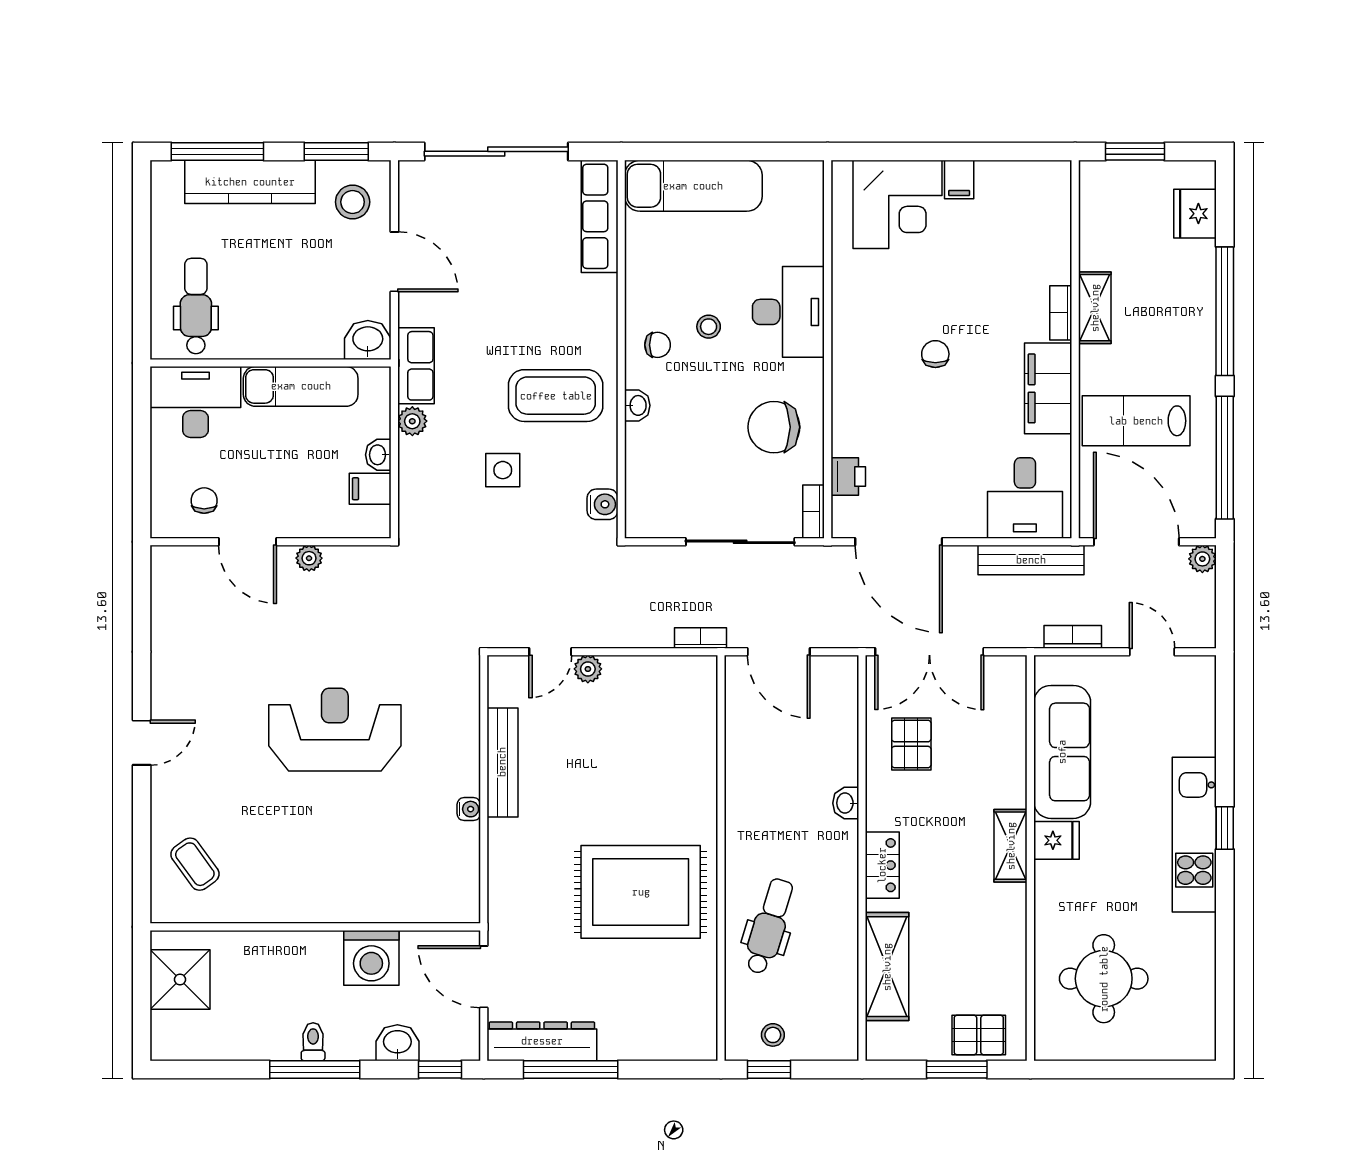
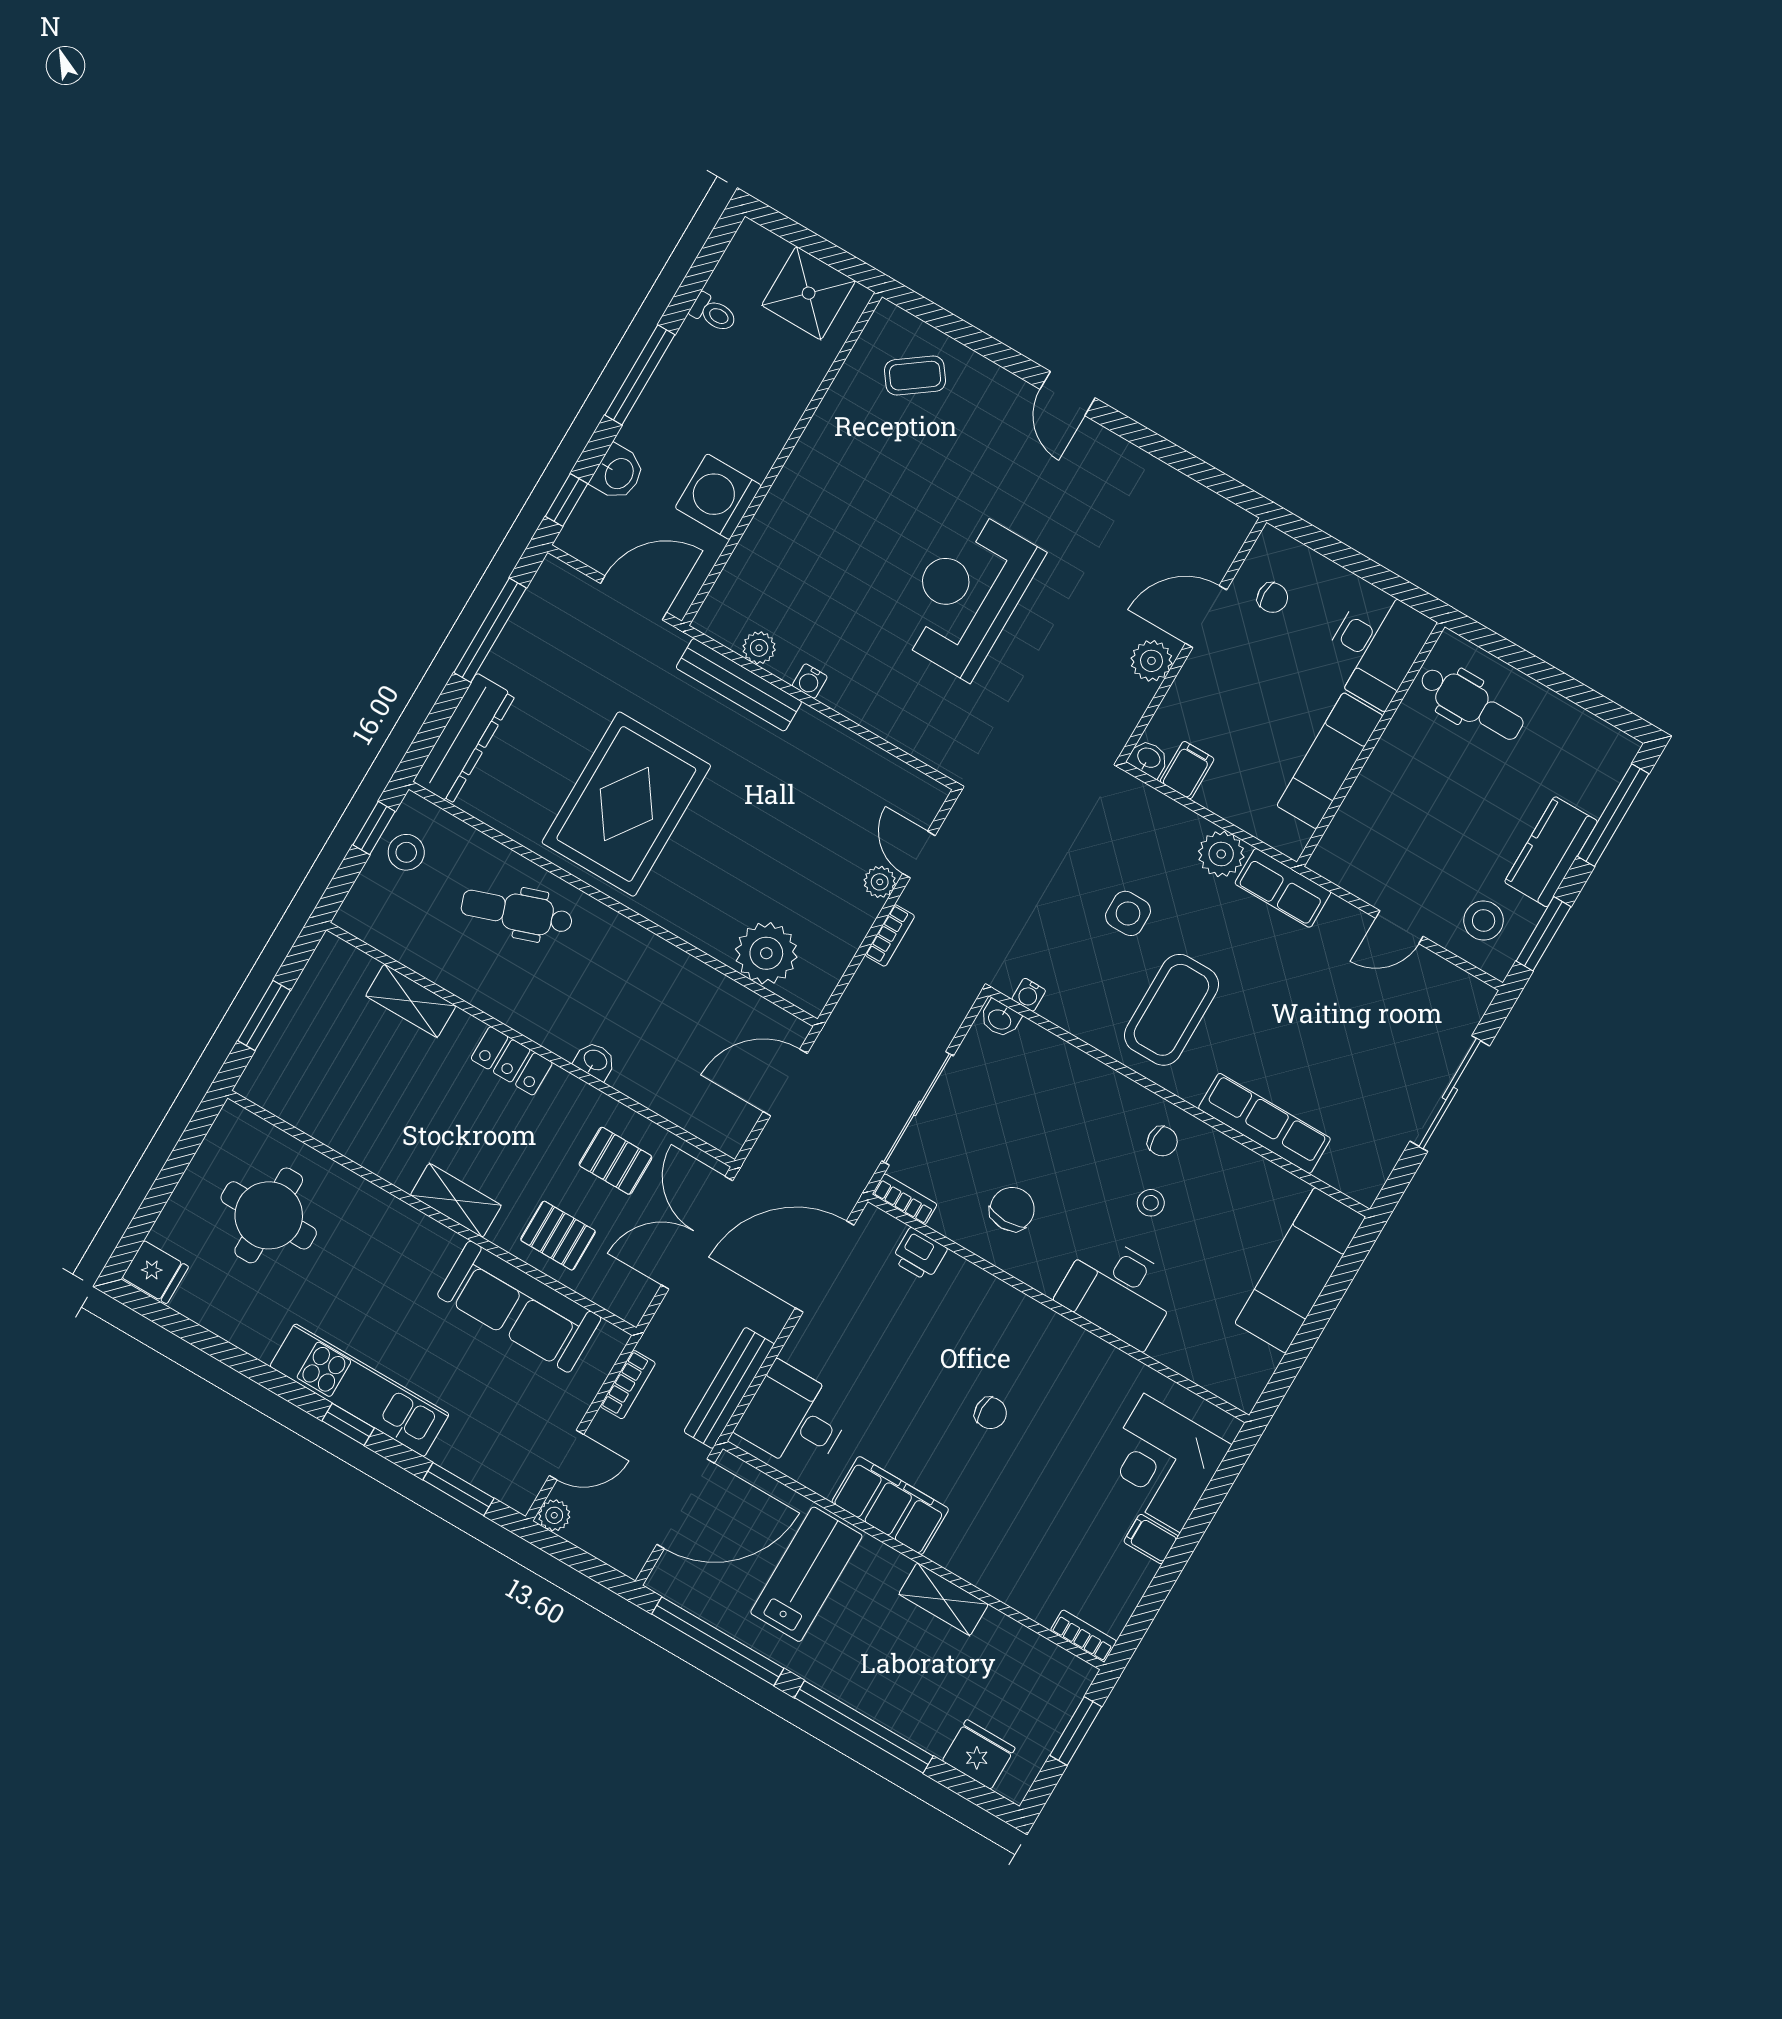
sliding door: (496, 151) -> (1450, 1093), width x0.73
kitchen counter: (250, 182) -> (1551, 852), width x0.67
row of seats: (600, 216) -> (1264, 1123), moved
door: (394, 262) -> (1399, 927), width x0.73
bookcase: (1061, 313) -> (1083, 1636), moved
washbasin: (368, 340) -> (1337, 855), removed
chair: (658, 345) -> (1162, 1141), turned -90
washbasin: (637, 405) -> (1000, 1019), moved
plant: (412, 421) -> (1221, 854), width x1.38, depth x1.38
chair: (774, 427) -> (1012, 1209), width x0.73, depth x0.73
washbasin: (378, 455) -> (1148, 758), moved
water cooler: (602, 504) -> (1029, 995), width x0.72, depth x0.72
plant: (309, 558) -> (1151, 661), width x1.38, depth x1.38
plant: (1202, 559) -> (554, 1515), moved
bookcase: (701, 638) -> (890, 935), moved
window: (1225, 718) -> (458, 1489), added
plant: (691, 722) -> (766, 953), added
reception desk: (335, 730) -> (967, 594), turned 180
bench: (502, 762) -> (739, 685), moved
fridge: (1057, 840) -> (155, 1272), moved, turned -90
plant: (466, 861) -> (759, 648), added
dental chair: (769, 926) -> (517, 912), turned 144
shelving: (887, 967) -> (411, 1001), width x0.67, depth x0.75
stool: (773, 1035) -> (406, 852), width x1.37, depth x1.37
pallet: (979, 1035) -> (558, 1236), moved, turned 90
dresser: (542, 1041) -> (464, 739), moved
toilet: (313, 1042) -> (713, 313), moved

